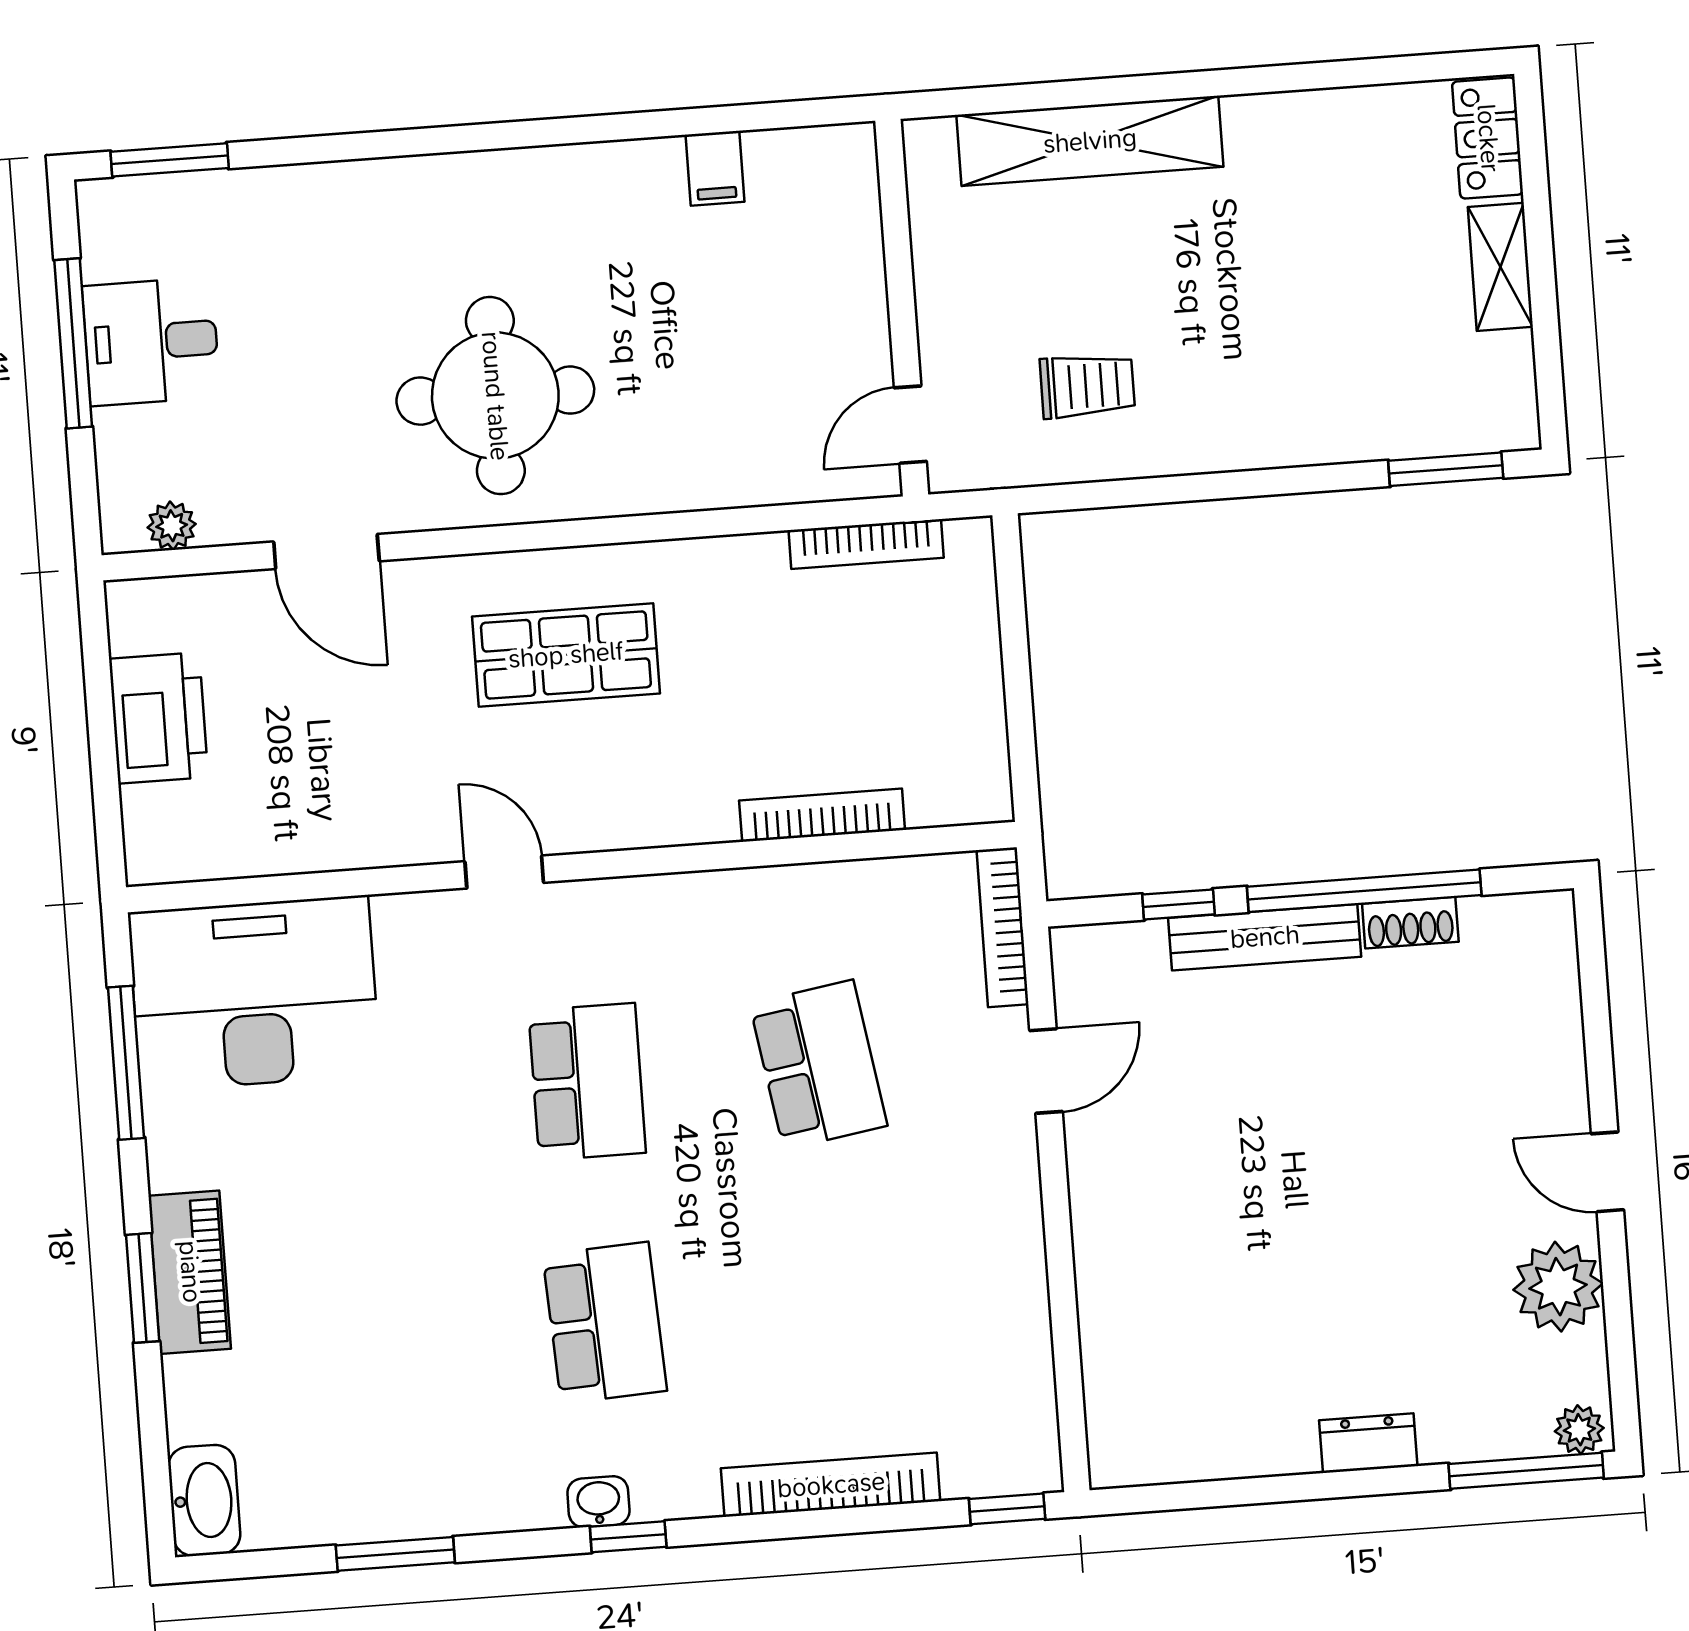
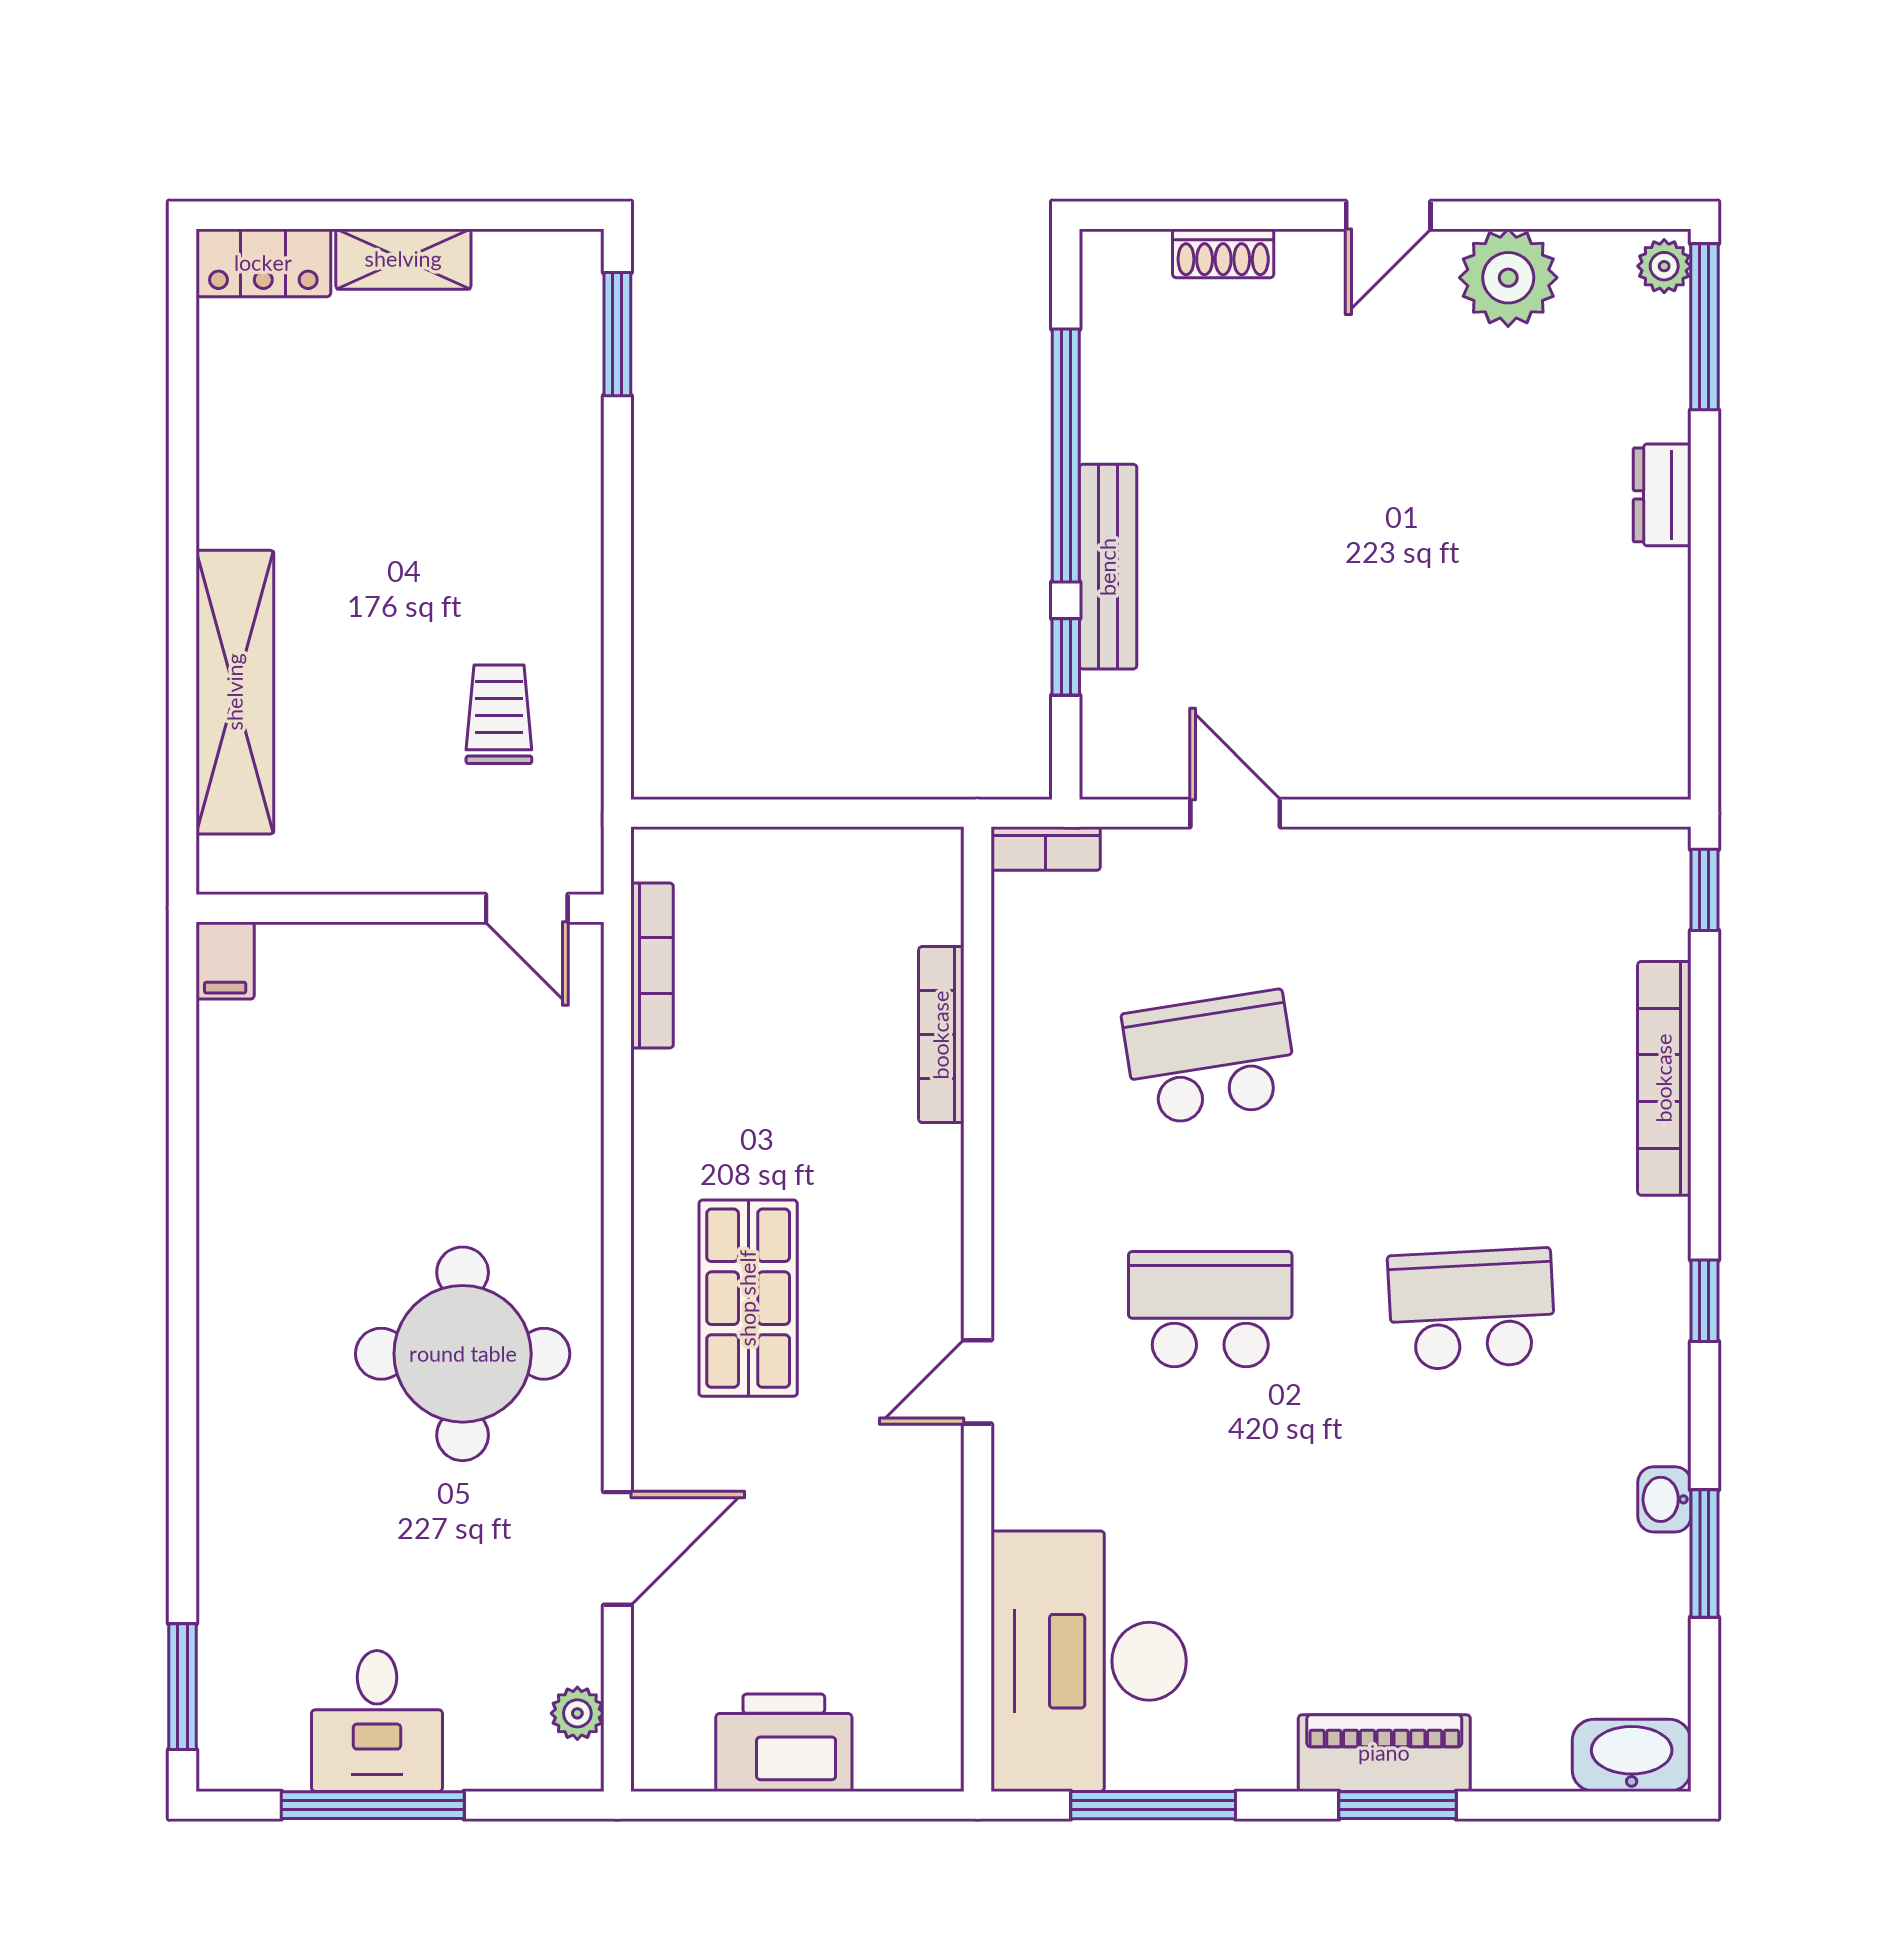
filing cabinet: (715, 168) -> (225, 961), moved, turned 90
shoe rack: (1410, 923) -> (1223, 253), moved, turned 90
bookcase: (1003, 927) -> (1046, 849), width x0.64
washbasin: (598, 1502) -> (1664, 1499), moved

